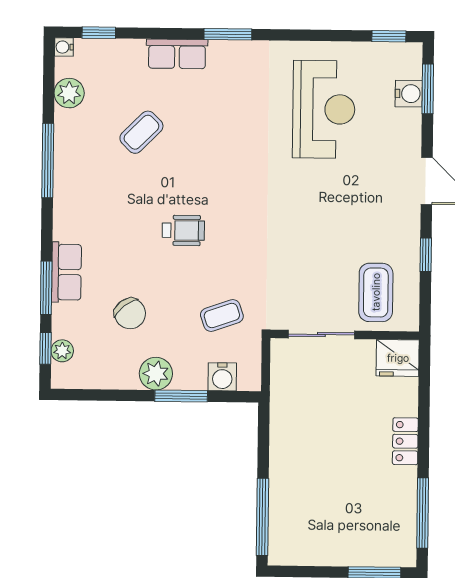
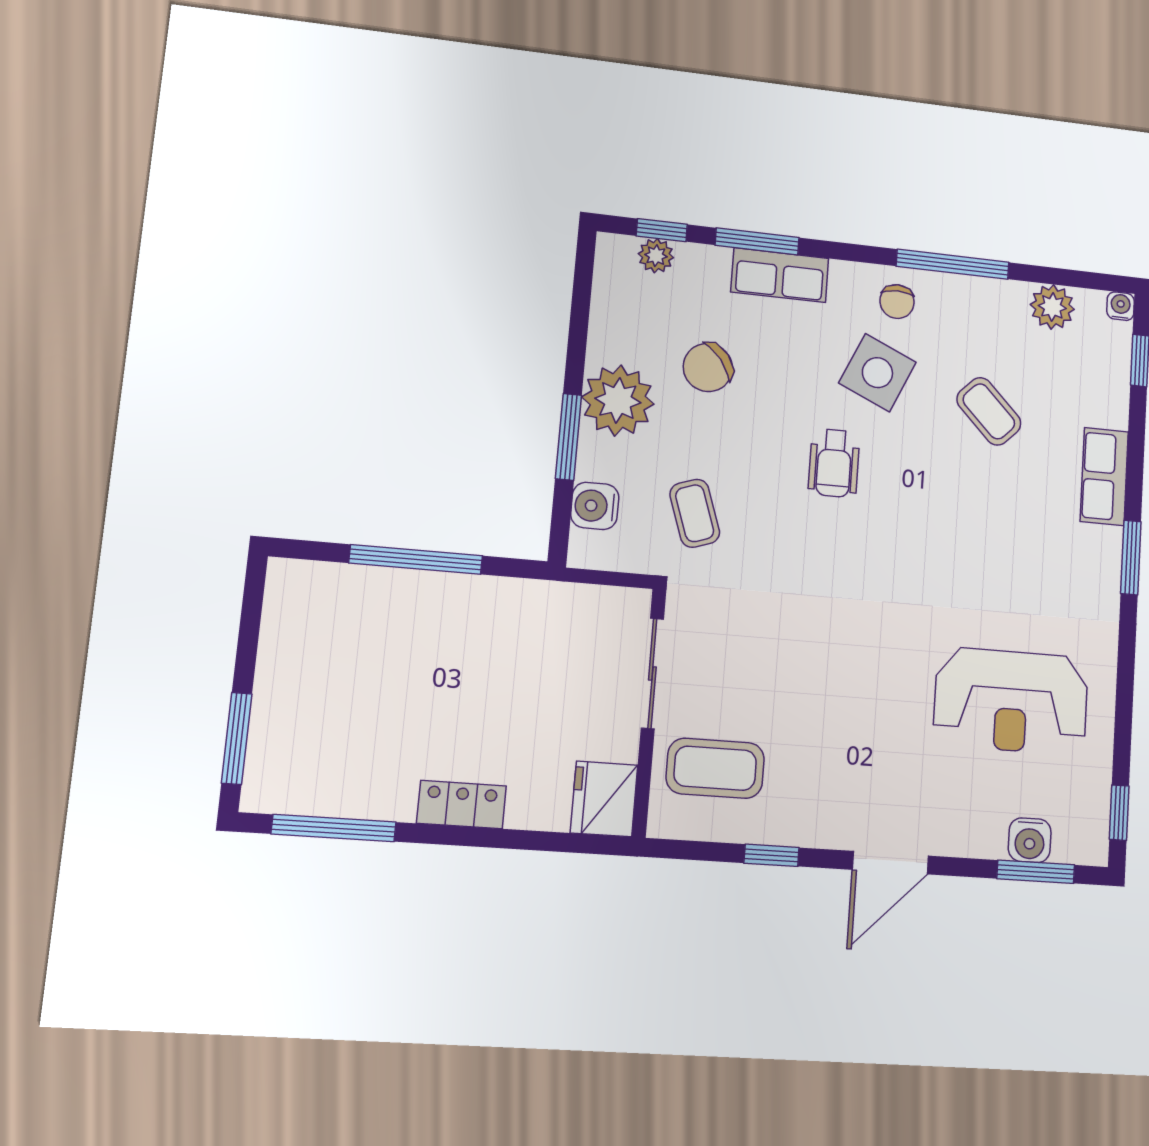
chair: (76, 196) -> (897, 302), added
side table: (123, 206) -> (877, 373), added
plant: (156, 374) -> (618, 401), width x1.36, depth x1.36
window: (262, 517) -> (416, 559), moved

